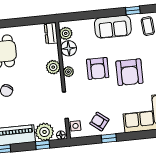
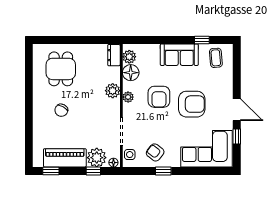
armchair: (129, 72) -> (192, 104), turned -90

